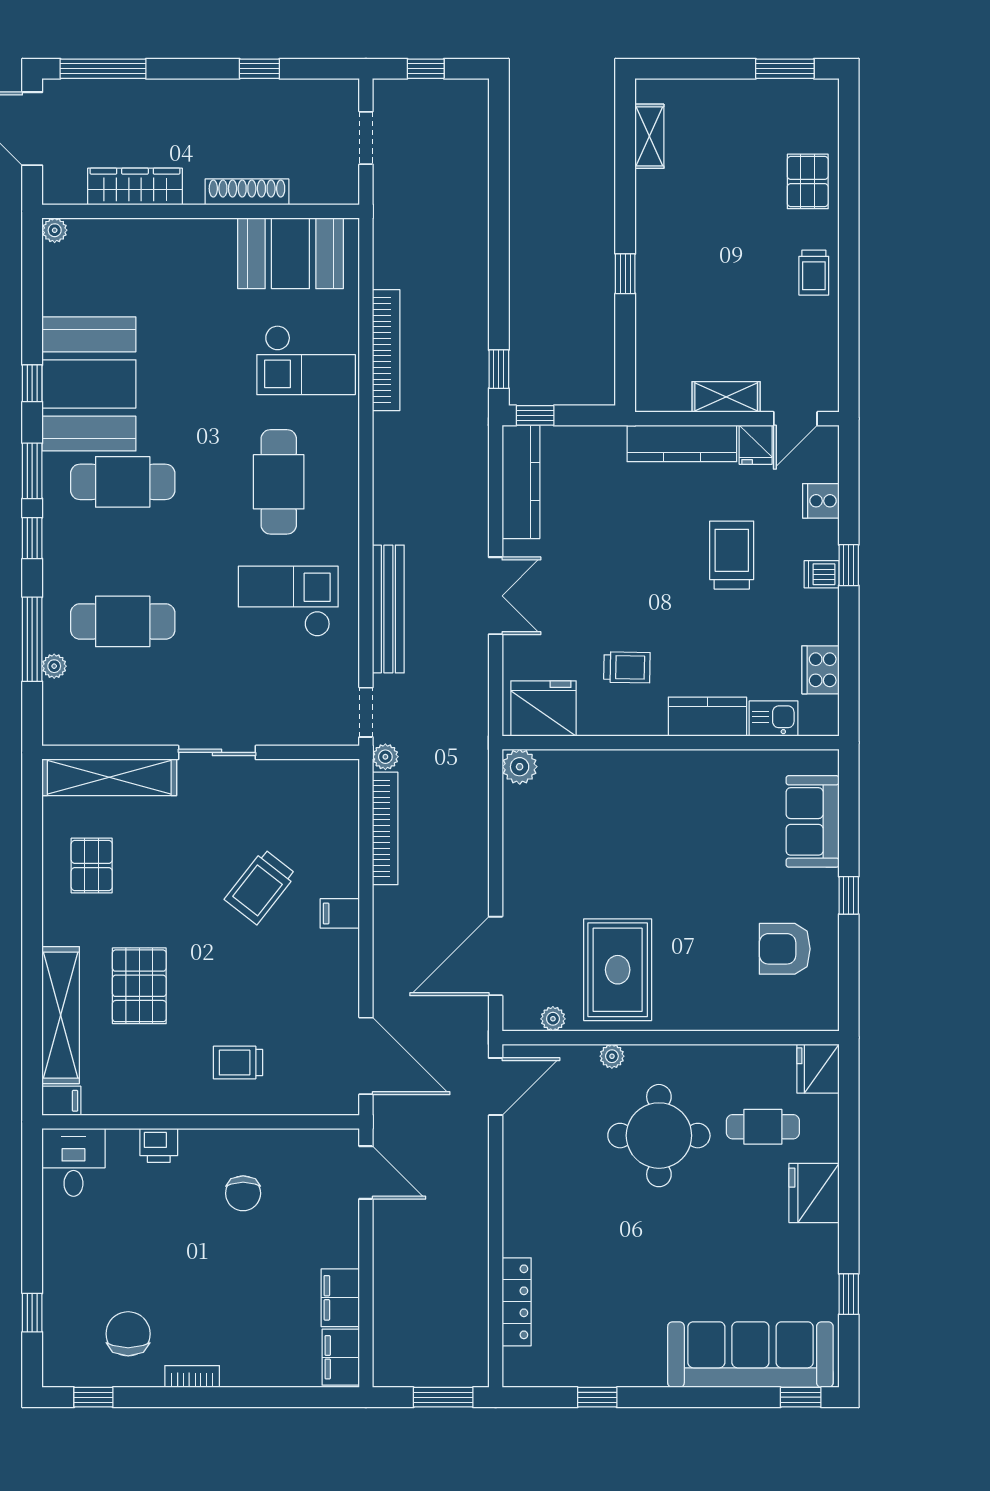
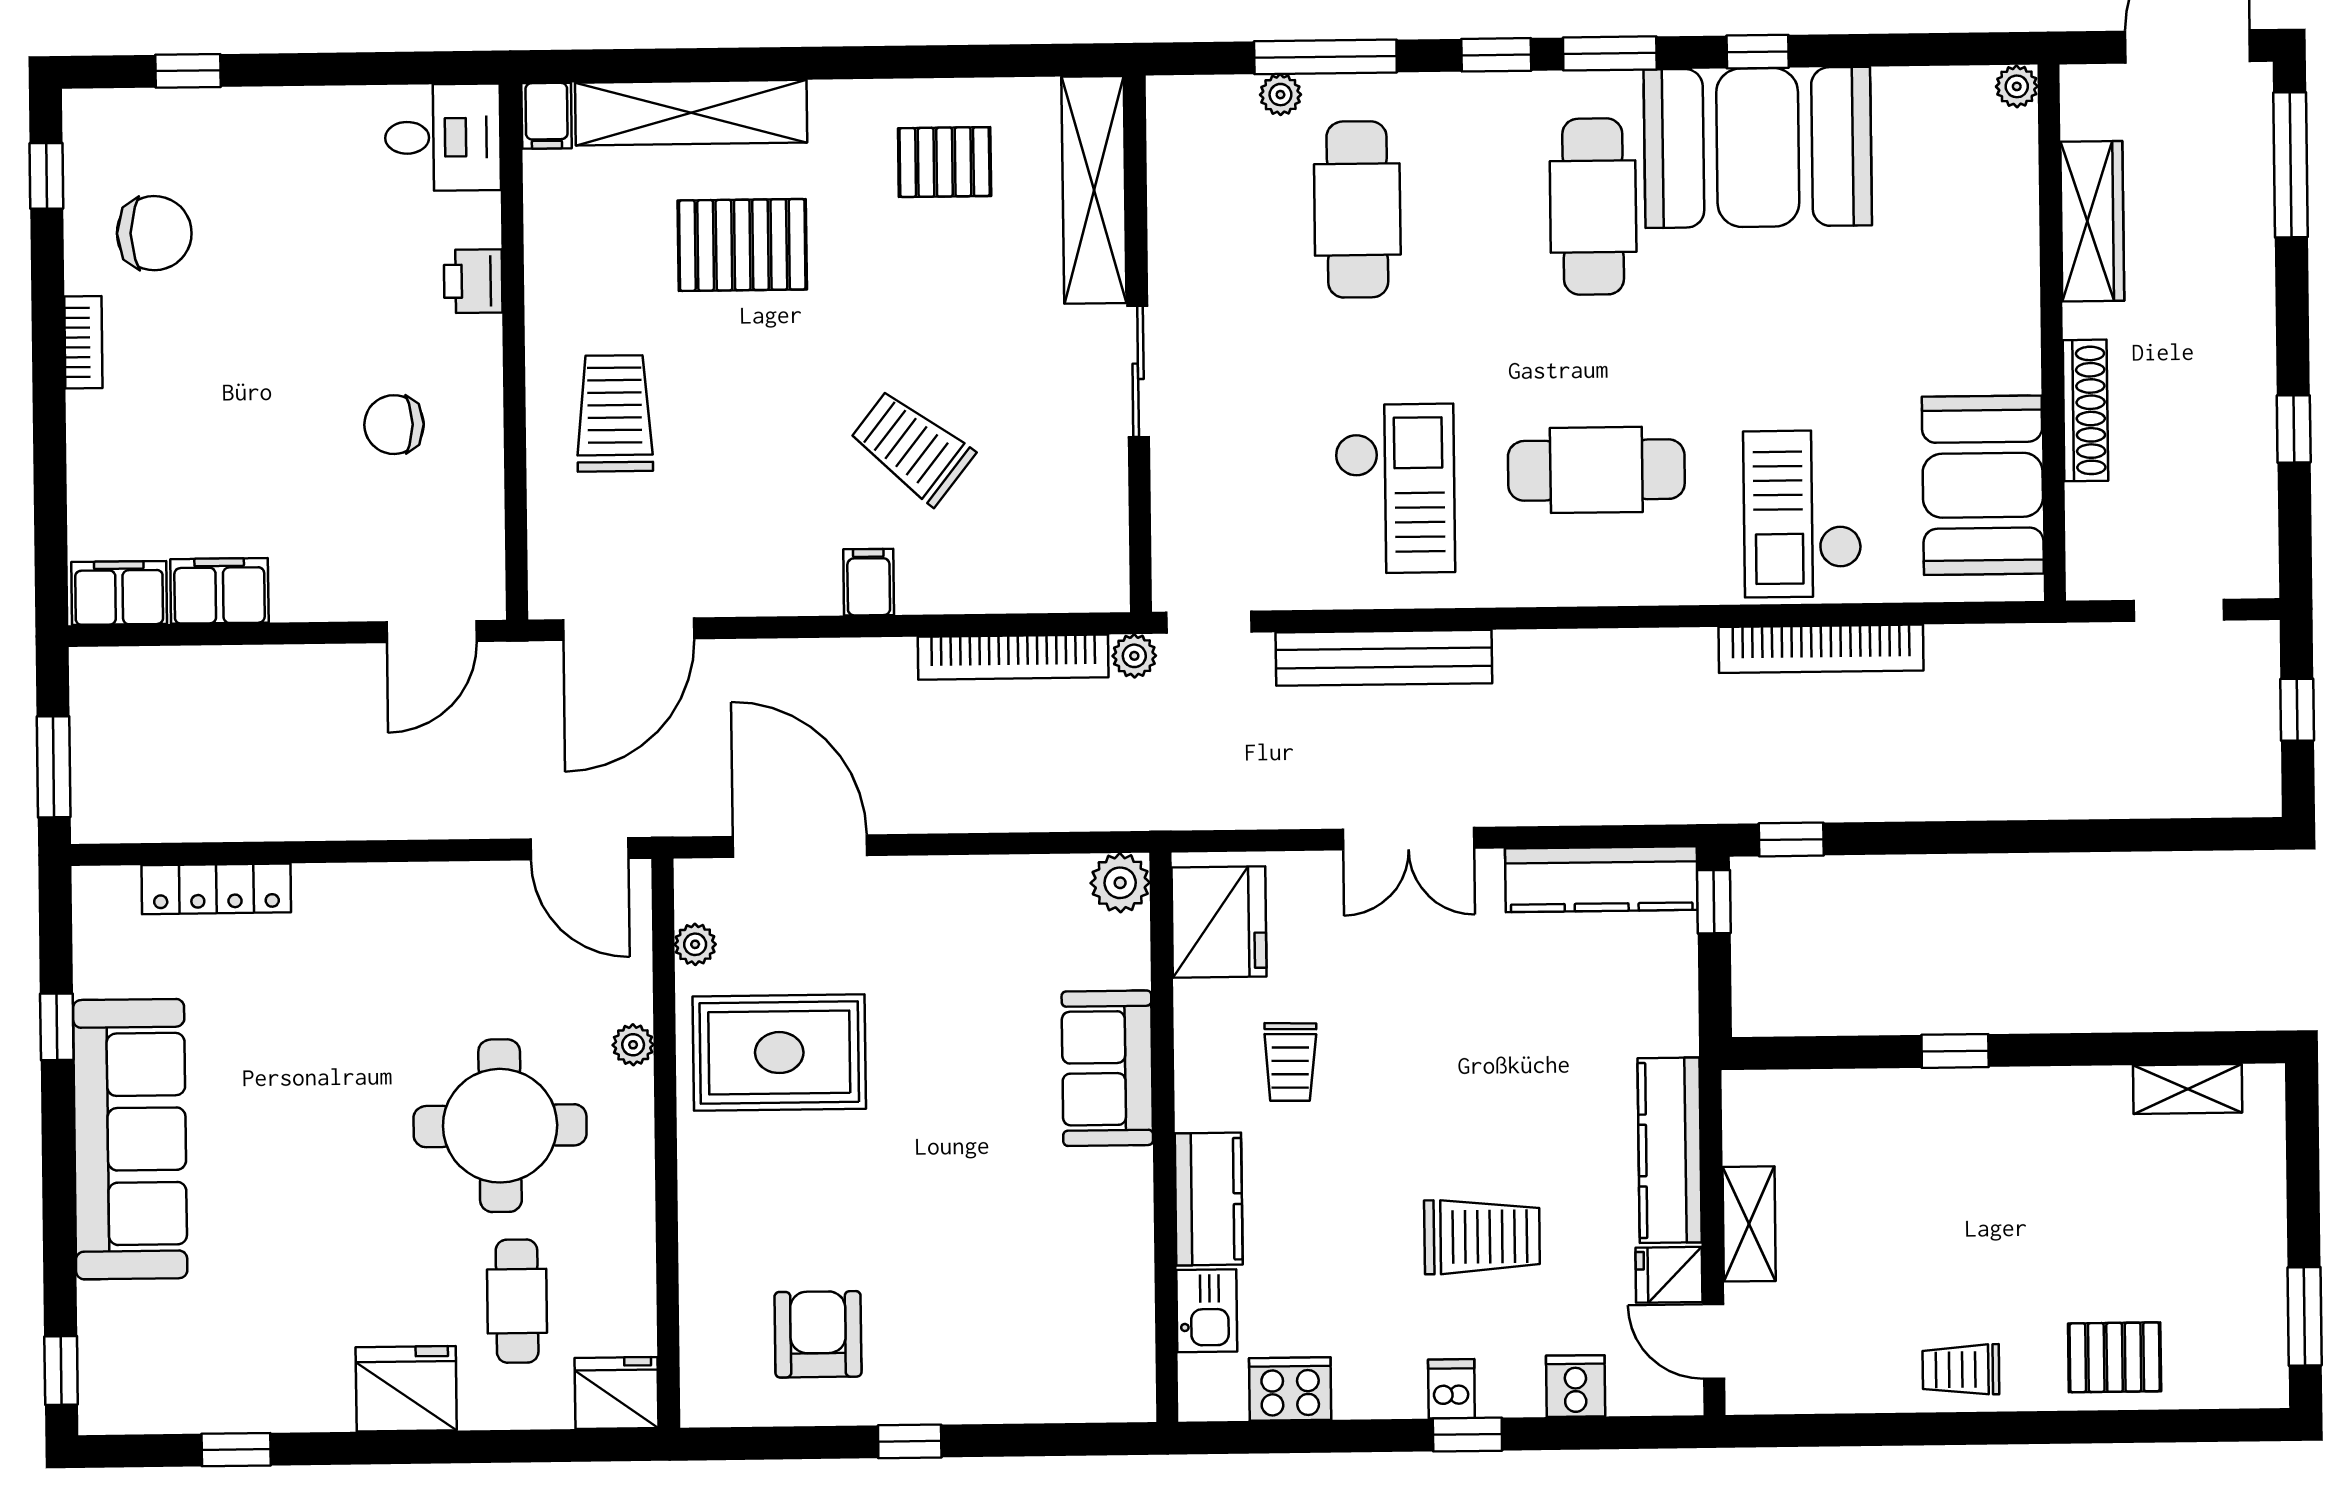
sofa: (813, 821) -> (1107, 1068), moved, turned -90
trolley: (238, 1063) -> (615, 413), width x1.36, depth x1.39
sofa: (750, 1355) -> (130, 1139), moved

